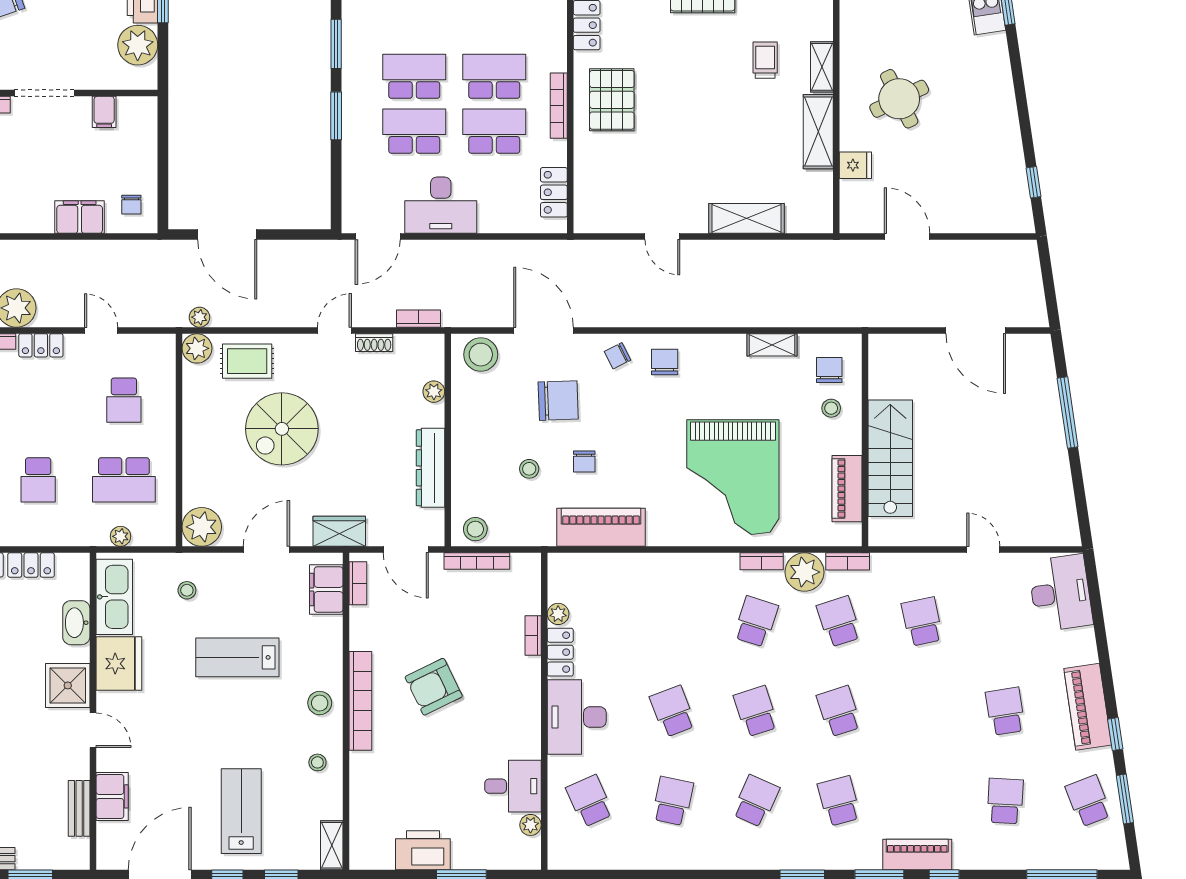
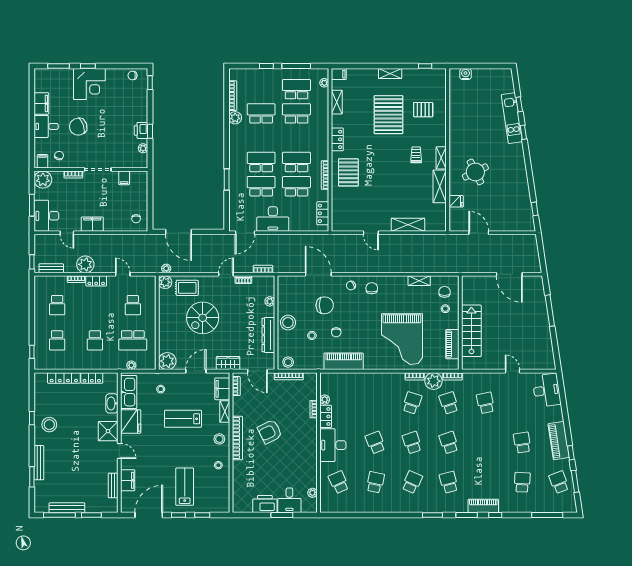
window: (336, 44) -> (227, 148), removed
plant: (138, 45) -> (143, 148), width x0.53, depth x0.53
filing cabinet: (80, 217) -> (92, 224), moved
stool: (481, 355) -> (288, 323), moved
desk: (513, 786) -> (289, 500), moved, turned 90
shelving: (332, 845) -> (225, 412), moved

